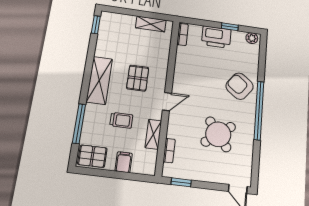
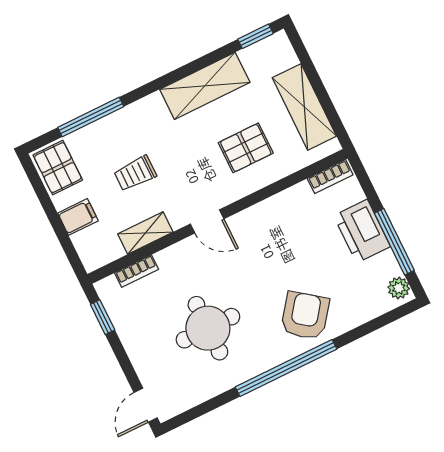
shelving: (151, 24) -> (304, 107), width x1.50, depth x1.33
window: (230, 27) -> (394, 242), width x2.17
pallet: (138, 78) -> (246, 148), moved
shelving: (99, 80) -> (205, 86), moved
trolley: (121, 120) -> (135, 173), turned 90
round table: (218, 134) -> (208, 328), turned 37

